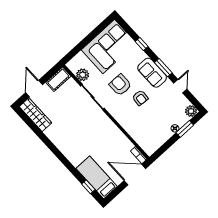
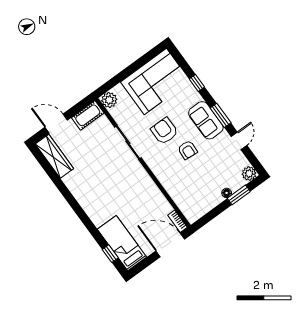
plant: (83, 75) -> (109, 100), moved
door: (34, 89) -> (56, 124), hinge flipped

